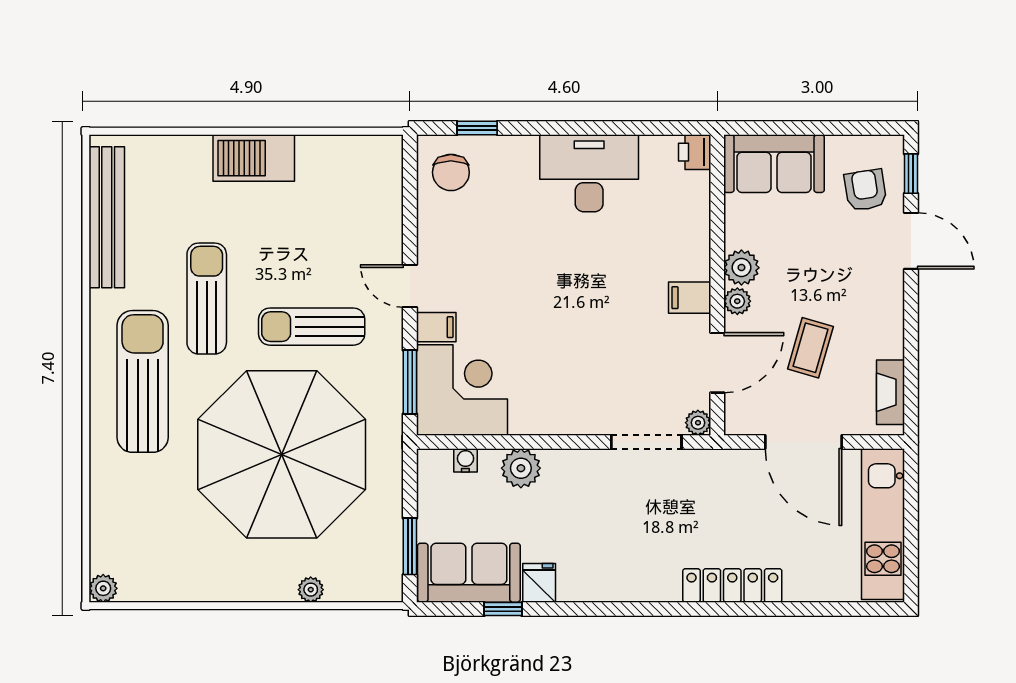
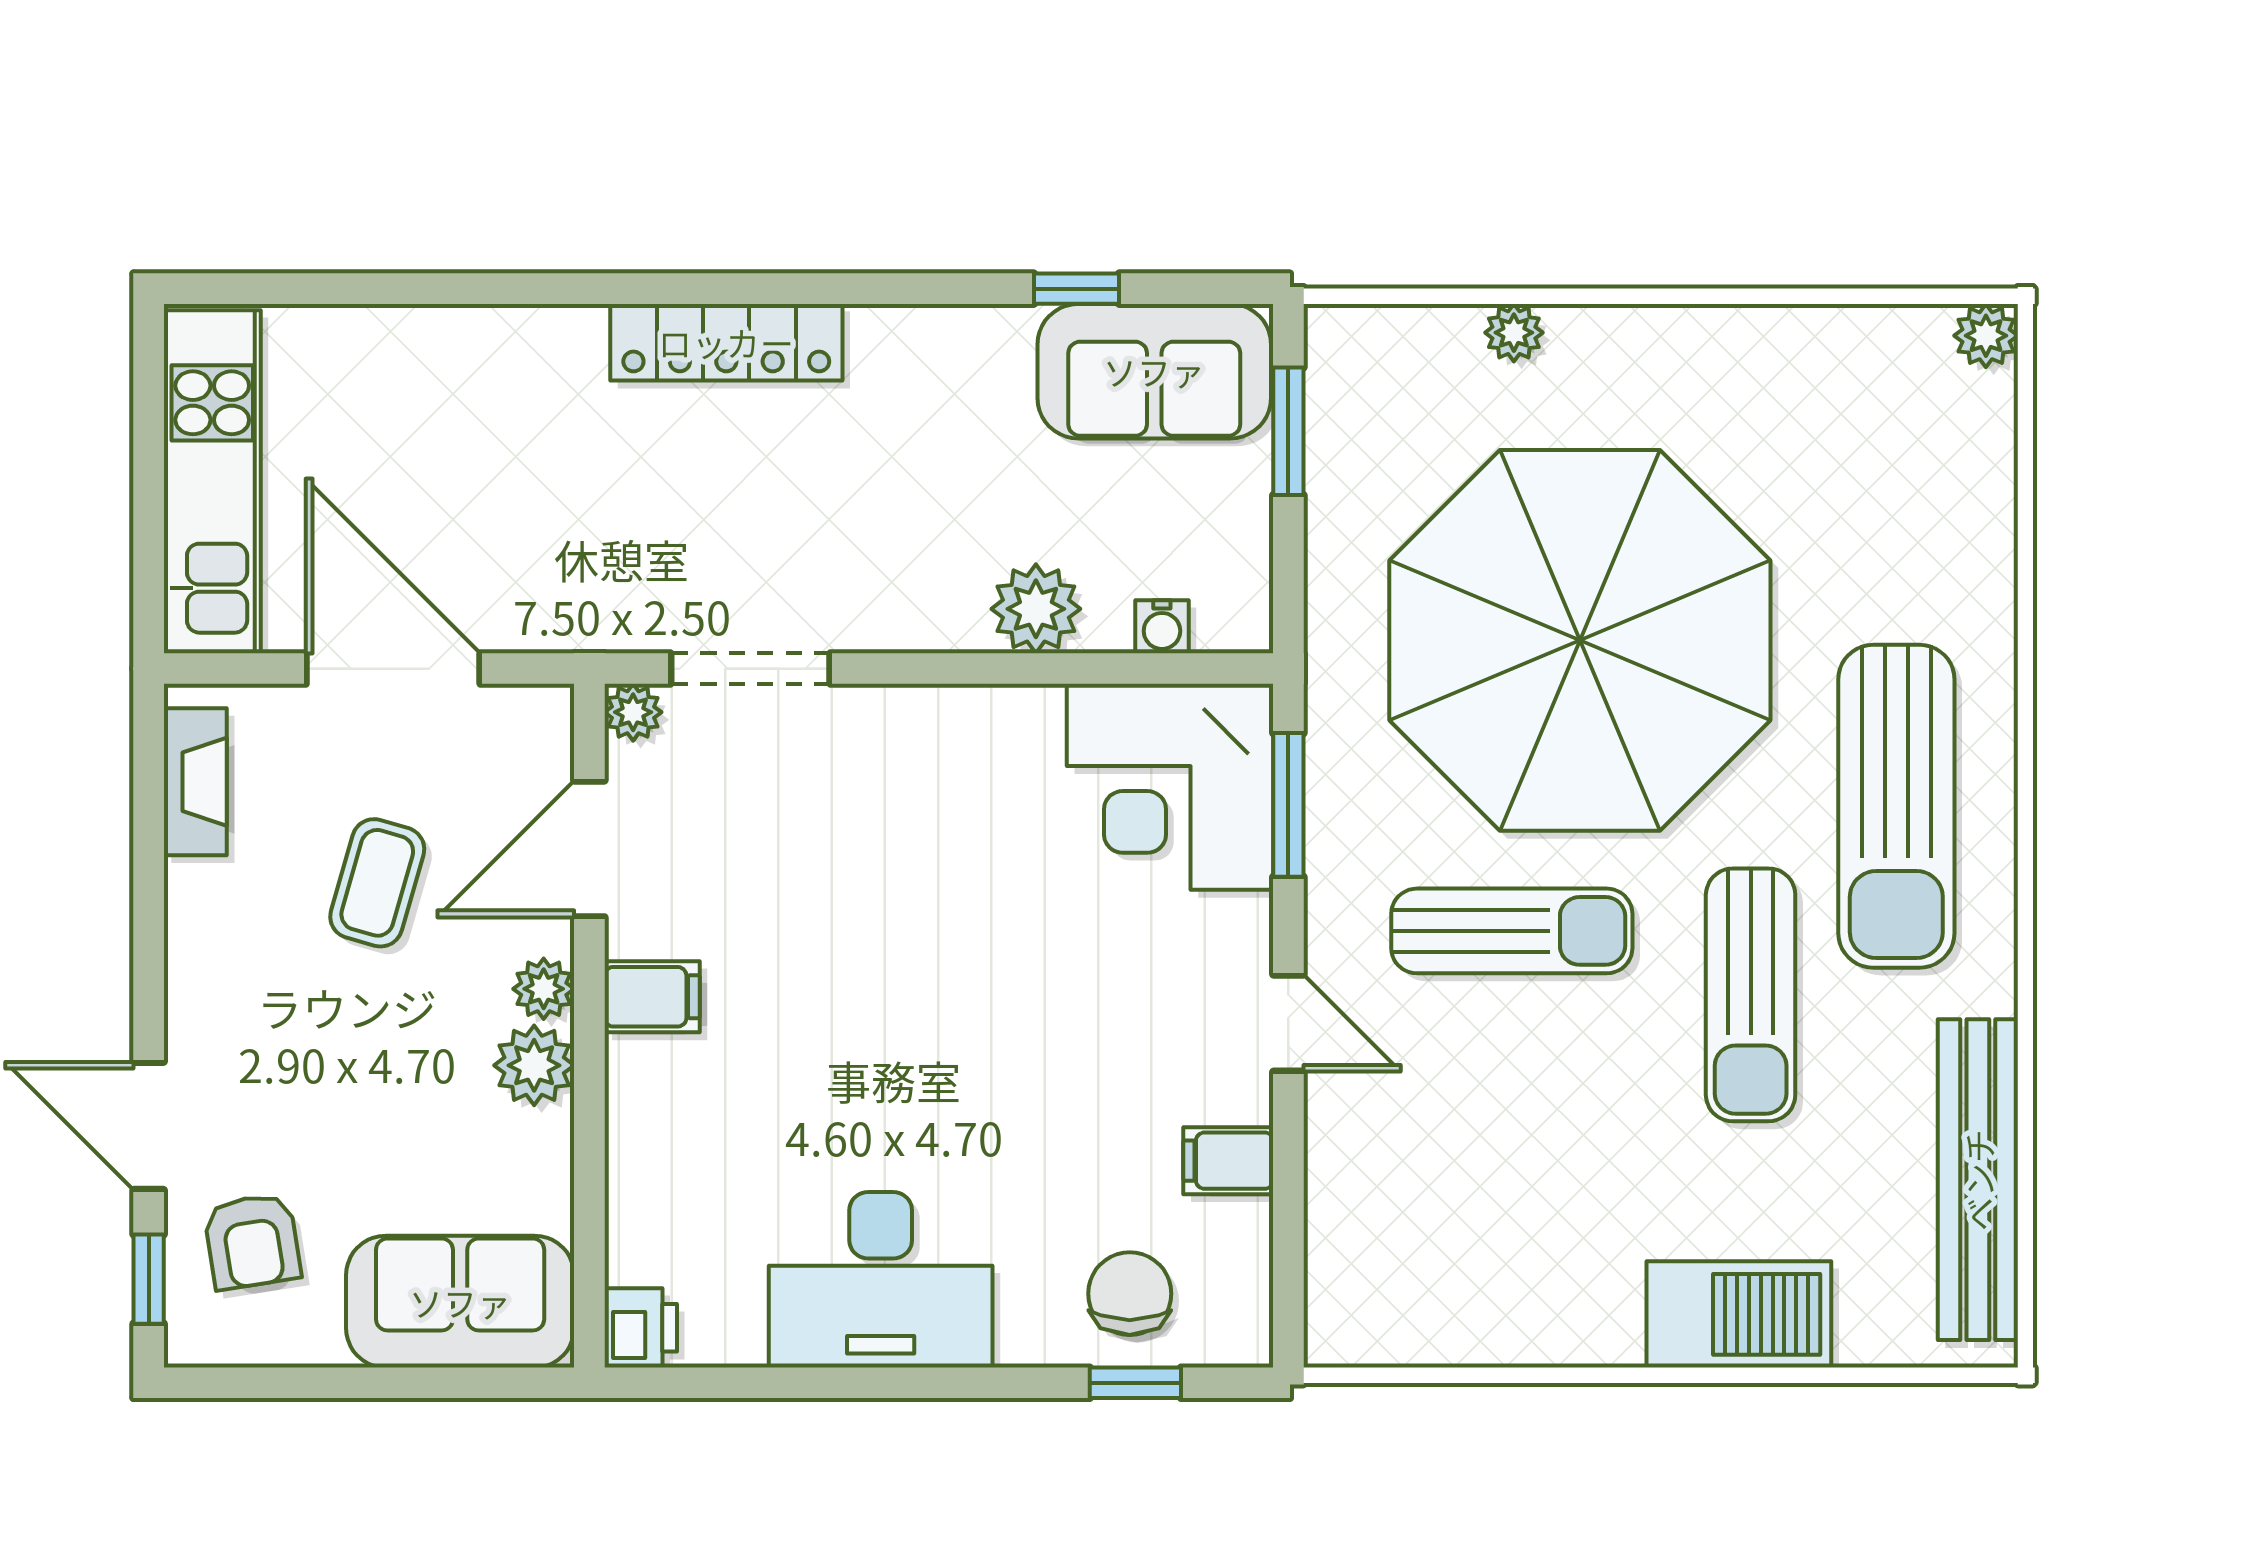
barbecue: (254, 158) -> (1739, 1314), moved
chair: (451, 172) -> (1130, 1294), moved
filing cabinet: (436, 327) -> (1228, 1161), moved
fridge: (539, 583) -> (995, 348), removed
locker: (732, 585) -> (726, 342), moved

